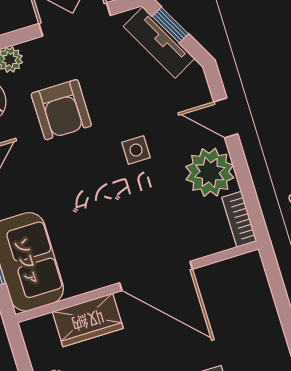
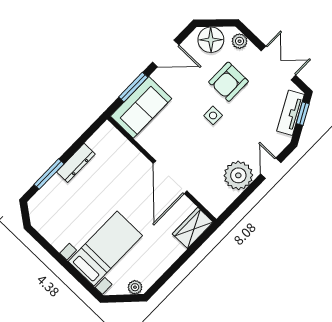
side table: (136, 150) -> (213, 115), moved
bookcase: (239, 219) -> (223, 204), removed
wardrobe: (88, 320) -> (193, 228), moved, turned 90

